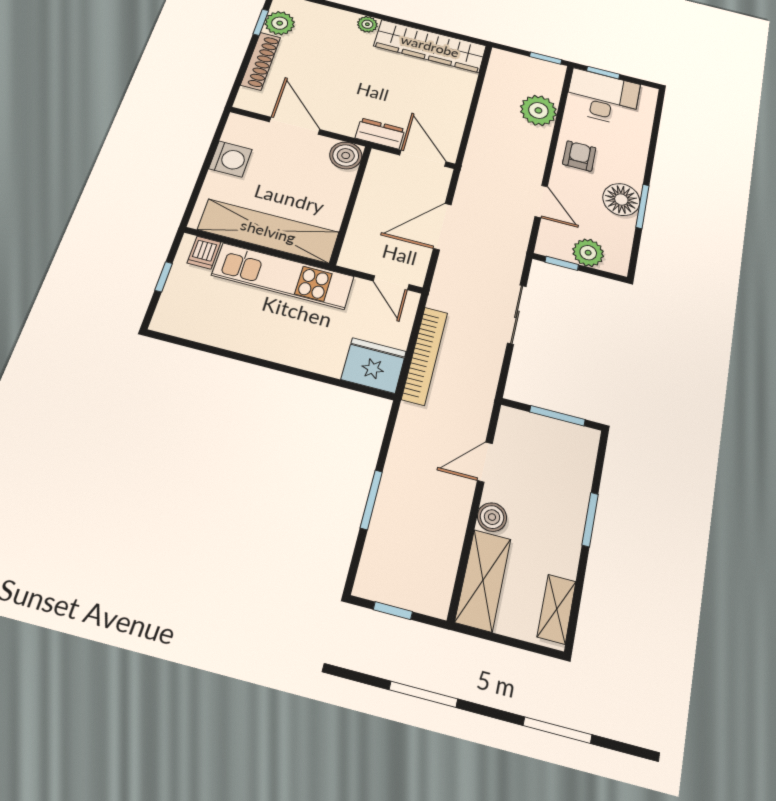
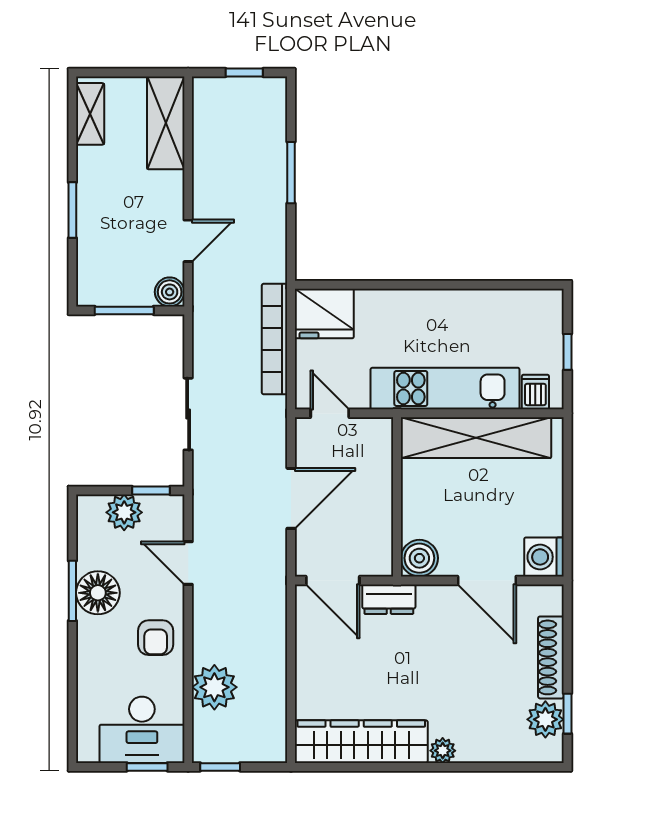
washing machine: (230, 159) -> (544, 557), moved
boiler: (492, 517) -> (170, 292), moved

